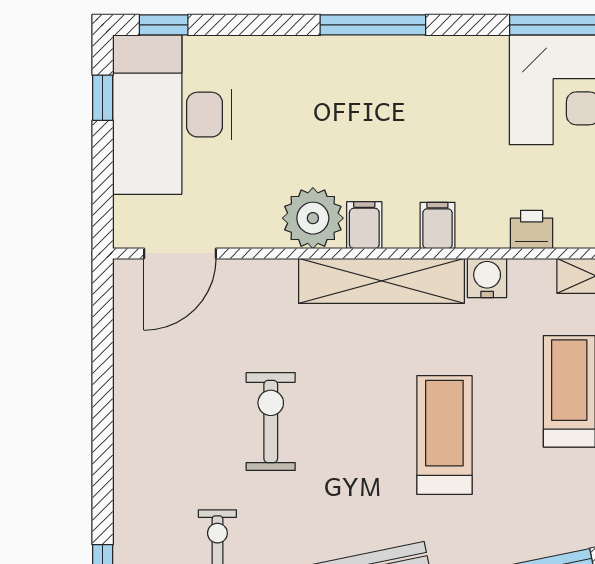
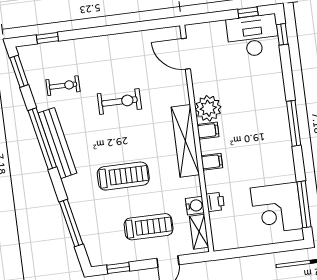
desk: (172, 115) -> (253, 36), width x0.73, depth x0.77
water cooler: (487, 278) -> (195, 206), moved

